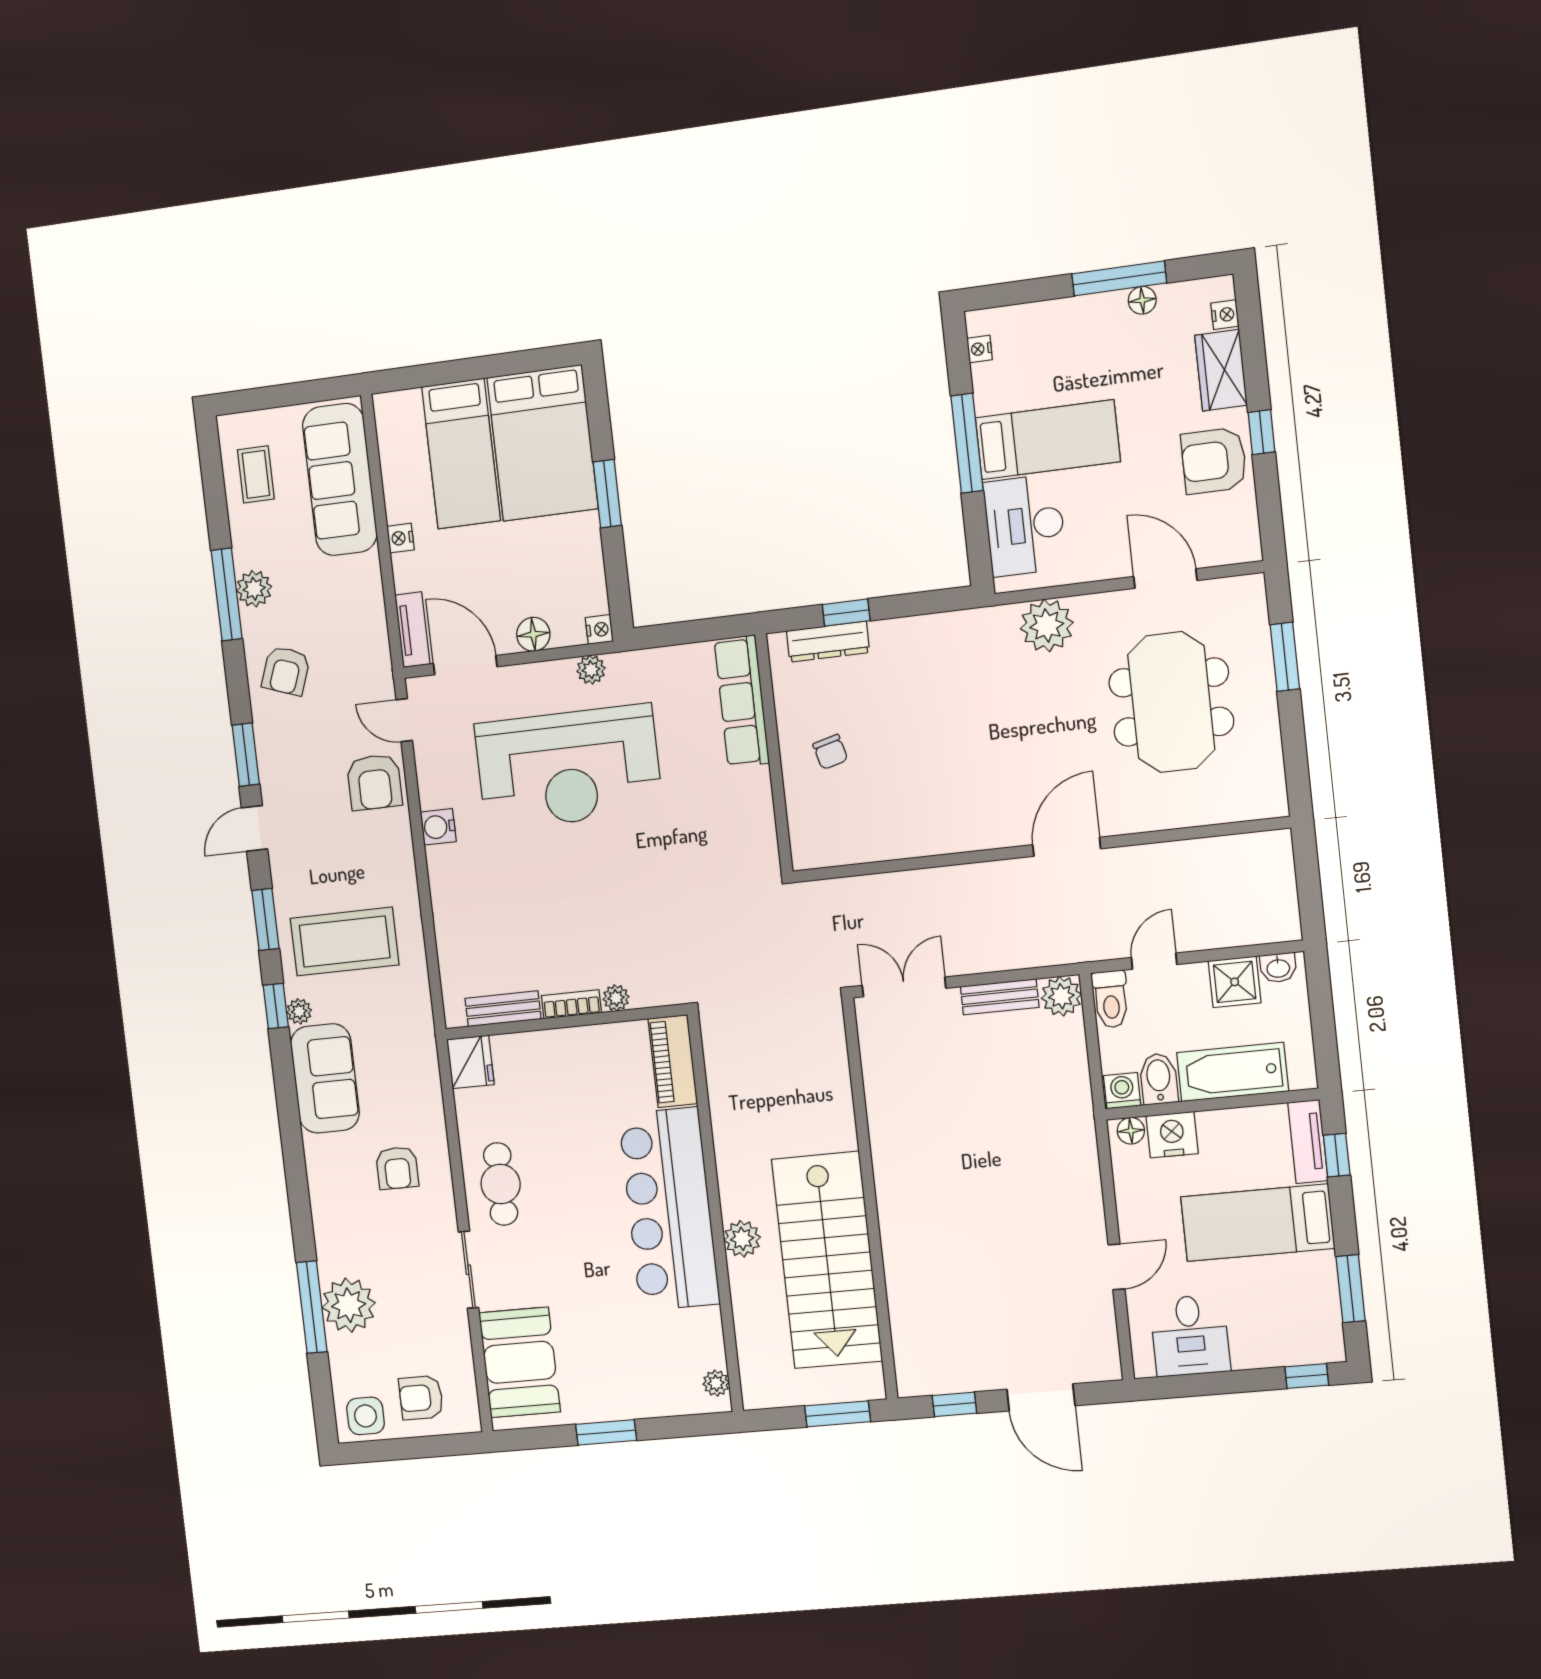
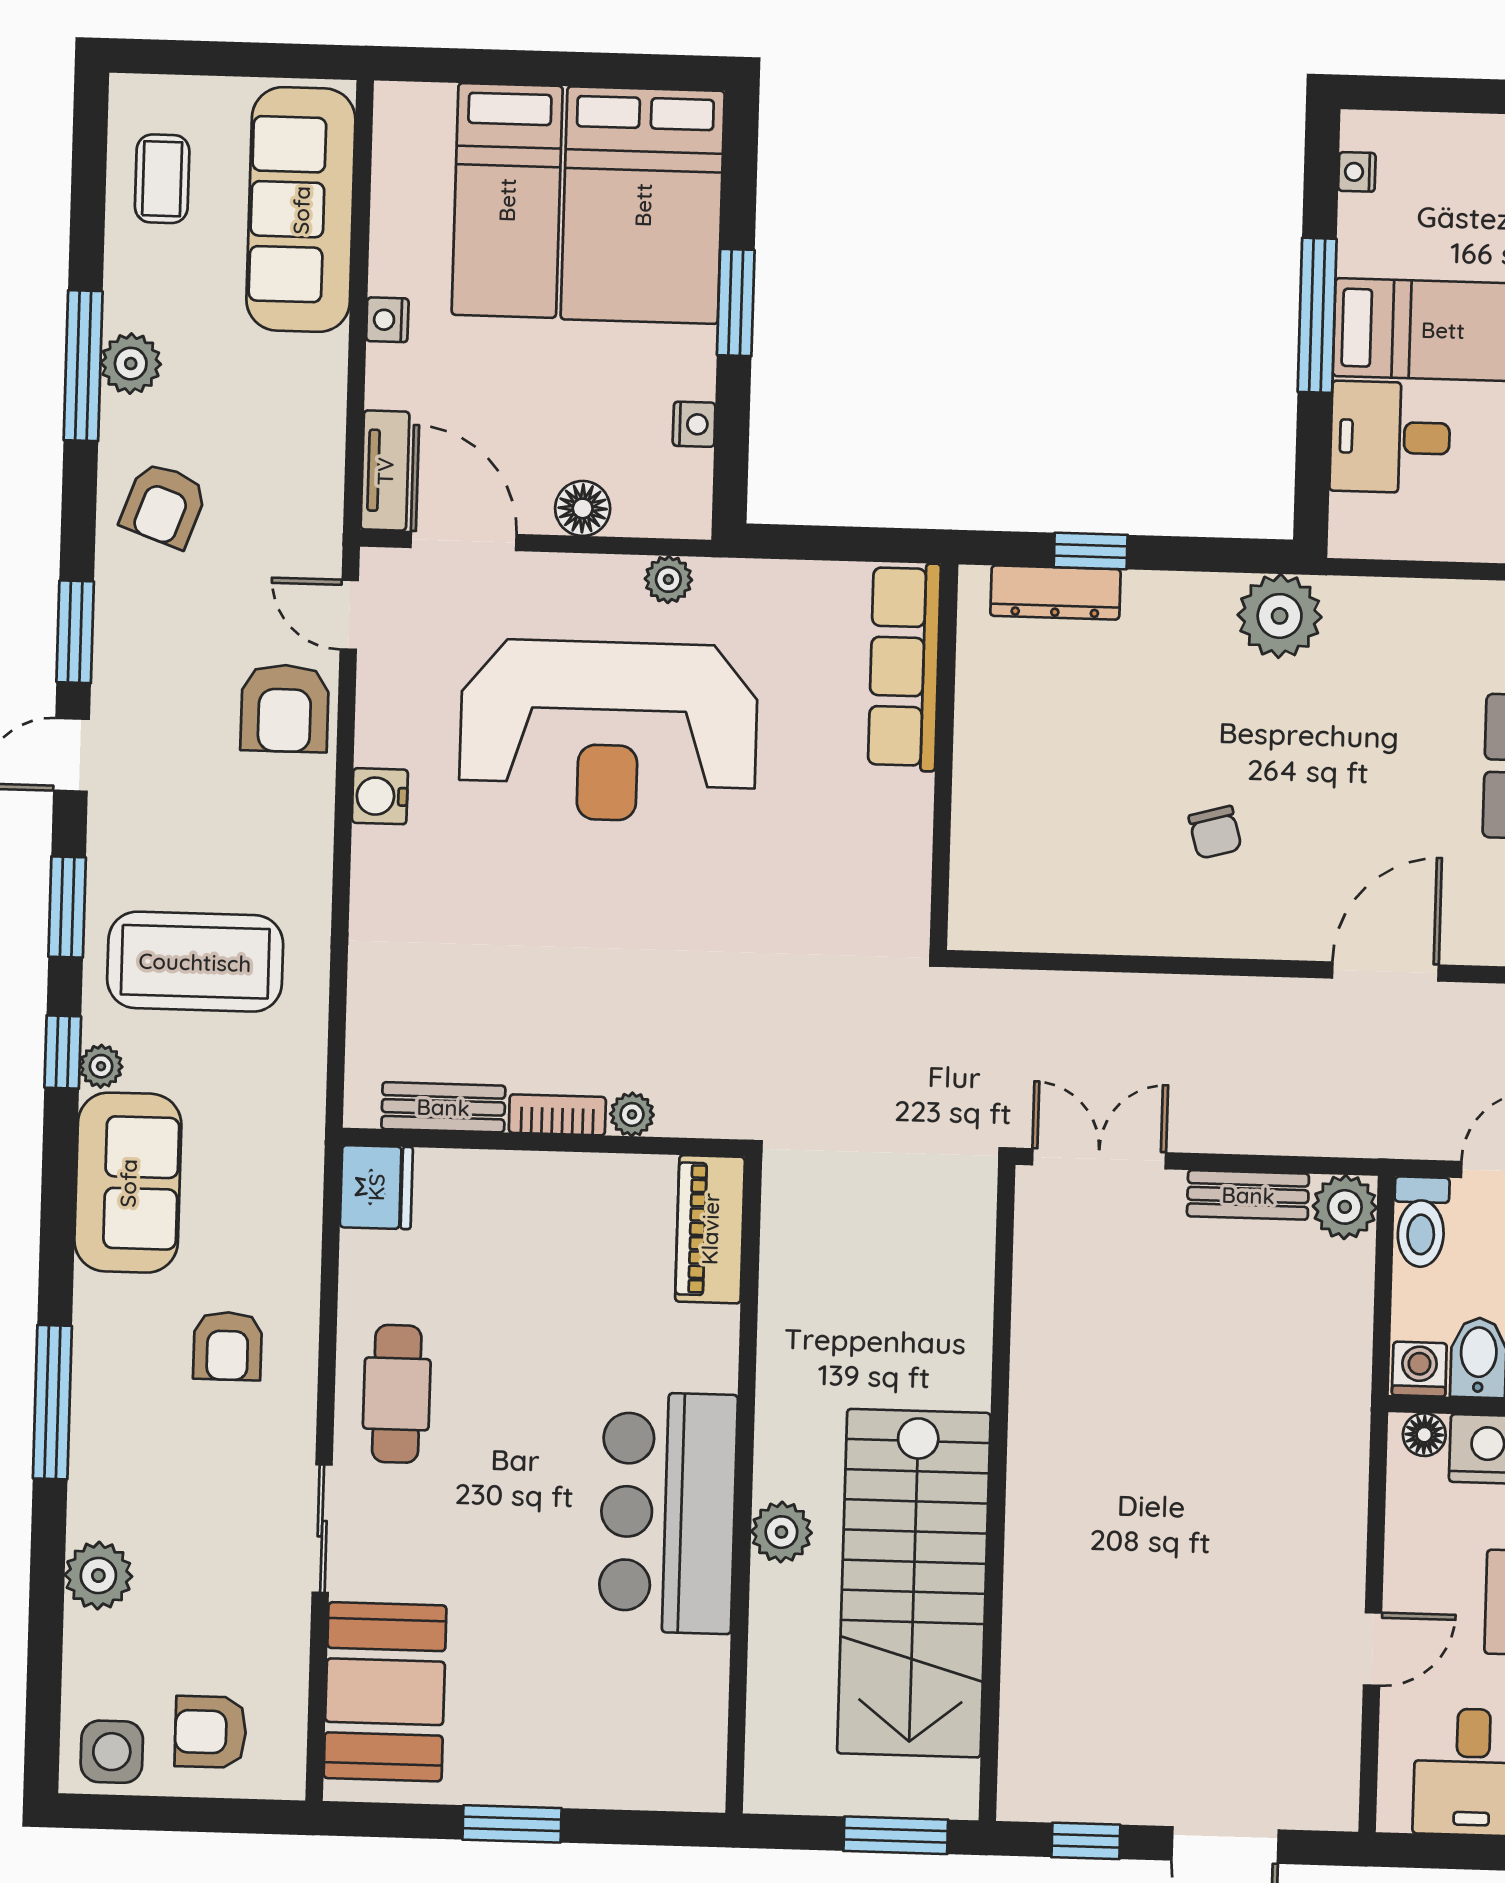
desk: (1025, 525) -> (1390, 437), width x0.73
plant: (1047, 626) -> (1280, 616), moved
nightstand: (599, 629) -> (694, 424), moved
chair: (830, 752) -> (1215, 832), moved
bar counter: (669, 1209) -> (668, 1513), width x0.73
plant: (349, 1305) -> (98, 1576), width x0.73, depth x0.73
window: (312, 1307) -> (52, 1402), moved
plant: (716, 1383) -> (705, 1763), removed

